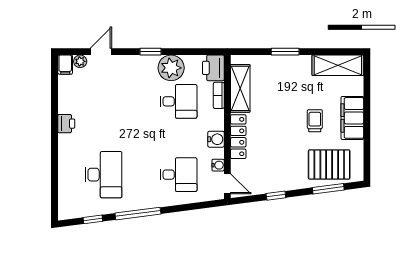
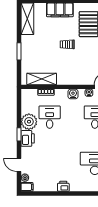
printer: (213, 68) -> (28, 138), moved, turned -90
trolley: (315, 121) -> (67, 44), moved
locker: (238, 137) -> (71, 80), removed

